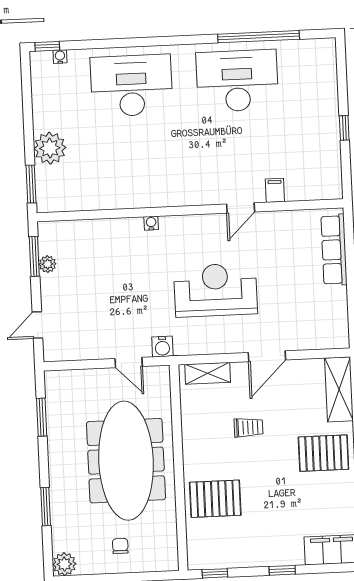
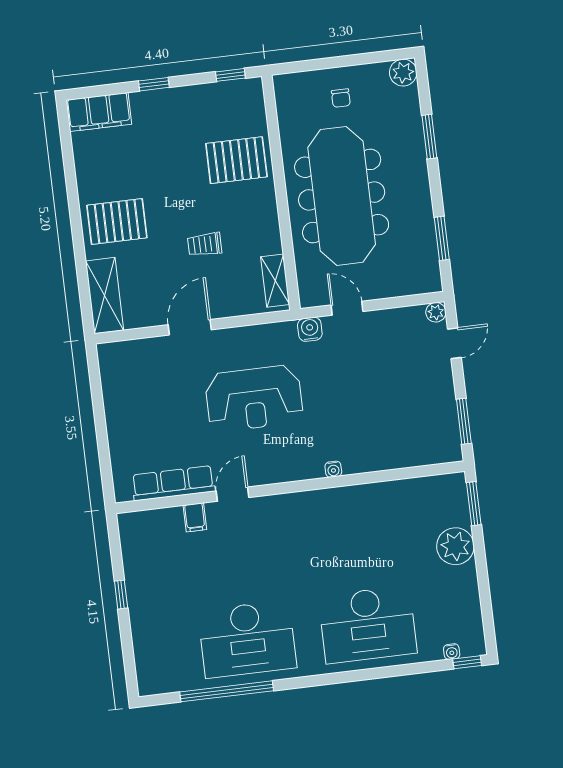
row of seats: (334, 250) -> (173, 483), moved, turned -90
plant: (48, 264) -> (436, 312), moved
shelving: (208, 373) -> (275, 281), moved, turned 90

